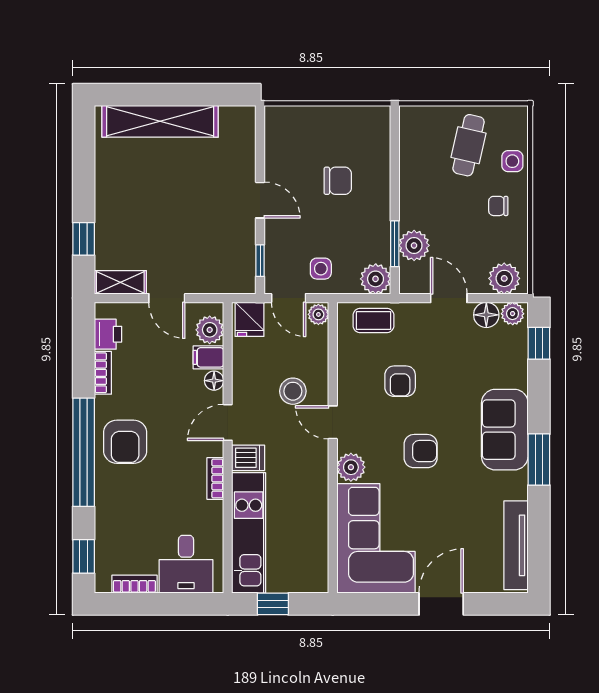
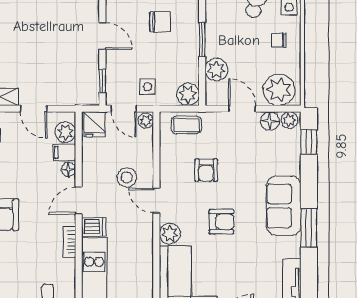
window: (395, 244) -> (202, 40), moved
plant: (504, 278) -> (279, 90), width x1.36, depth x1.36

